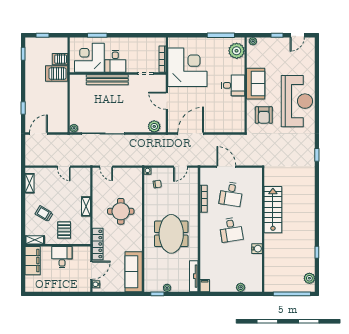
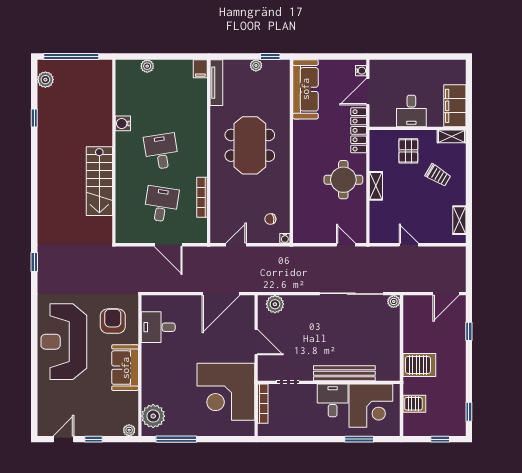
server rack: (57, 74) -> (419, 365), moved
desk: (233, 85) -> (158, 327), moved
round table: (121, 211) -> (343, 180), moved

